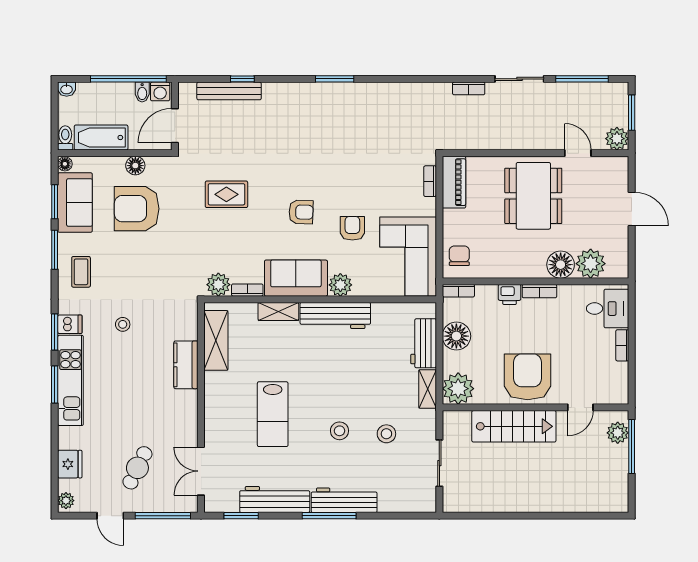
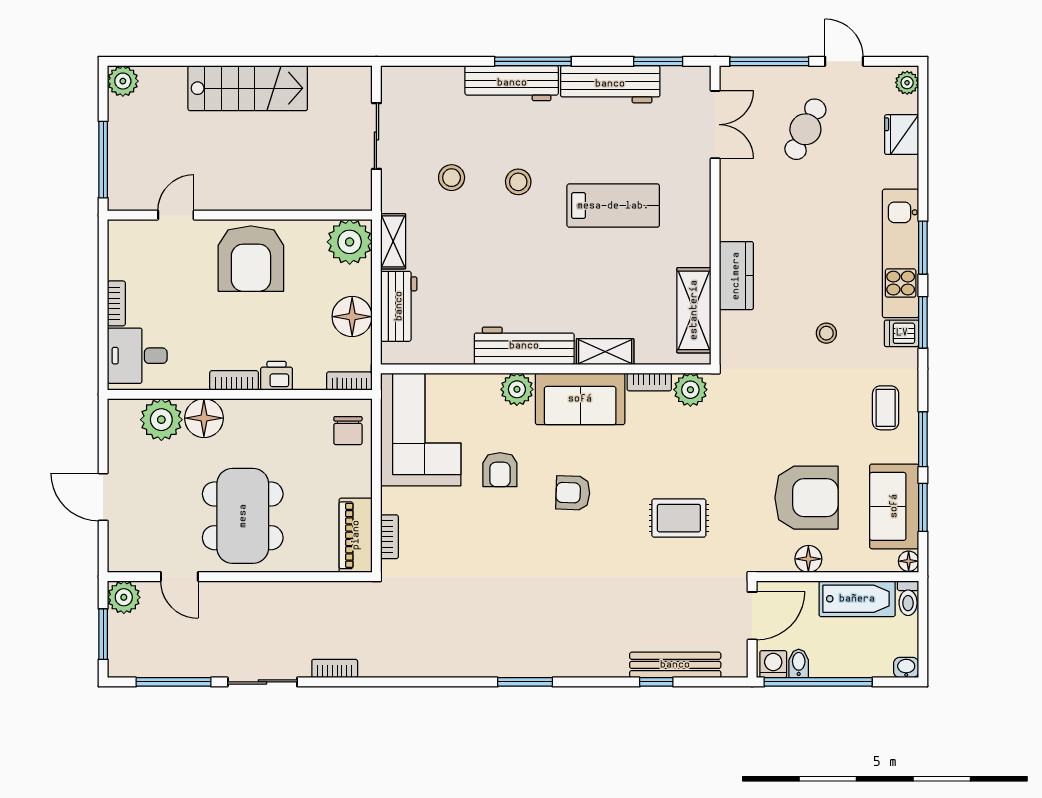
lab bench: (273, 414) -> (613, 206), turned 90
stairs: (514, 426) -> (248, 88), moved, turned 180
plant: (618, 433) -> (123, 81), moved

